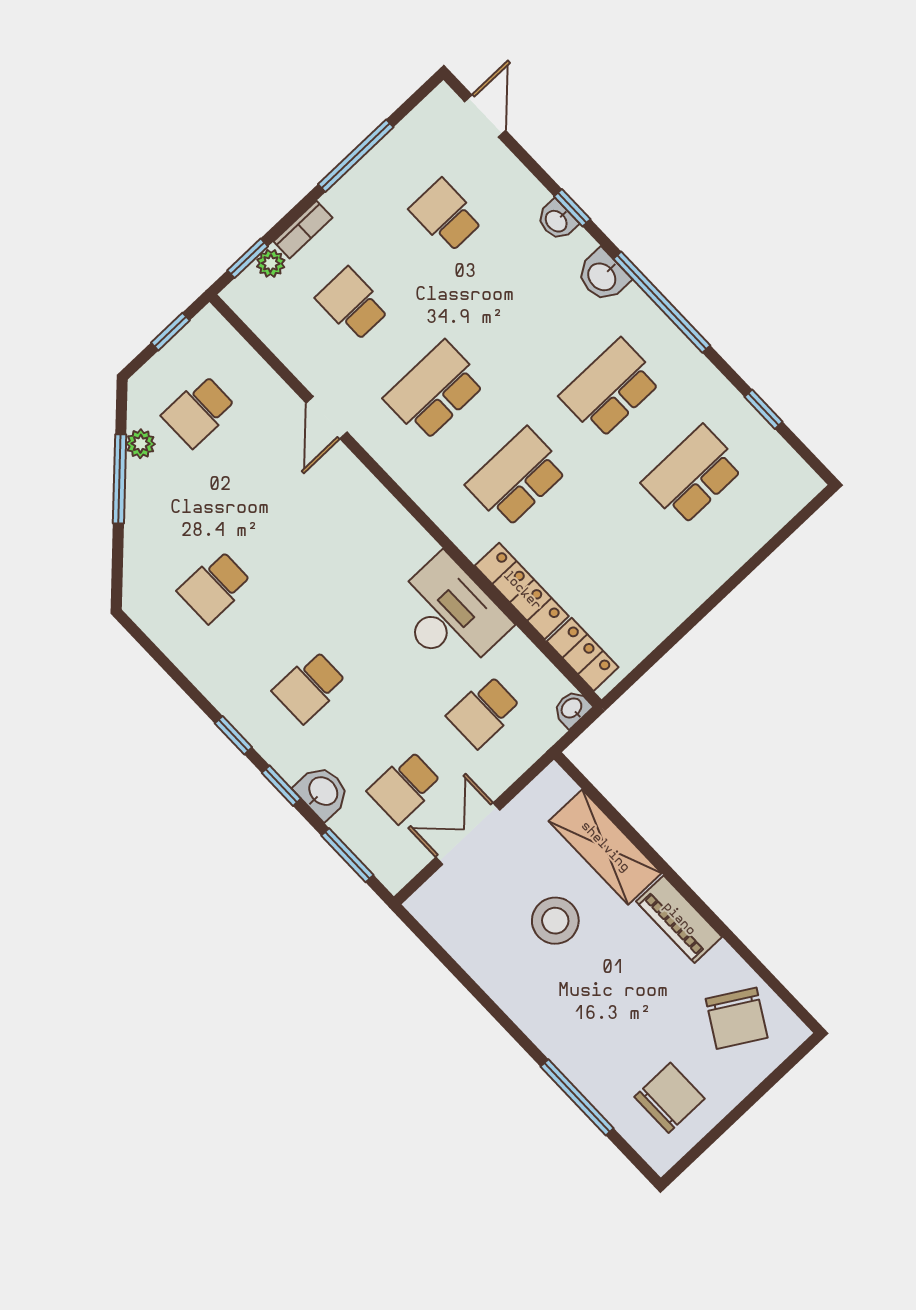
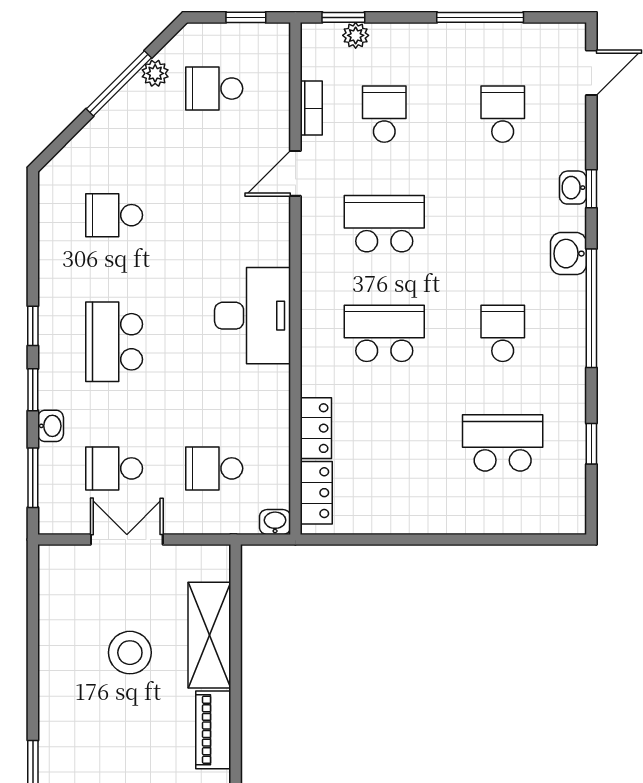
bookcase: (303, 230) -> (311, 108), moved, turned -90
school desk: (610, 389) -> (503, 333), width x0.54
locker: (522, 591) -> (316, 428), width x0.66
desk: (449, 615) -> (253, 316), moved
school desk: (310, 687) -> (114, 342), width x1.85
washbasin: (322, 792) -> (51, 426), width x0.72, depth x0.69

